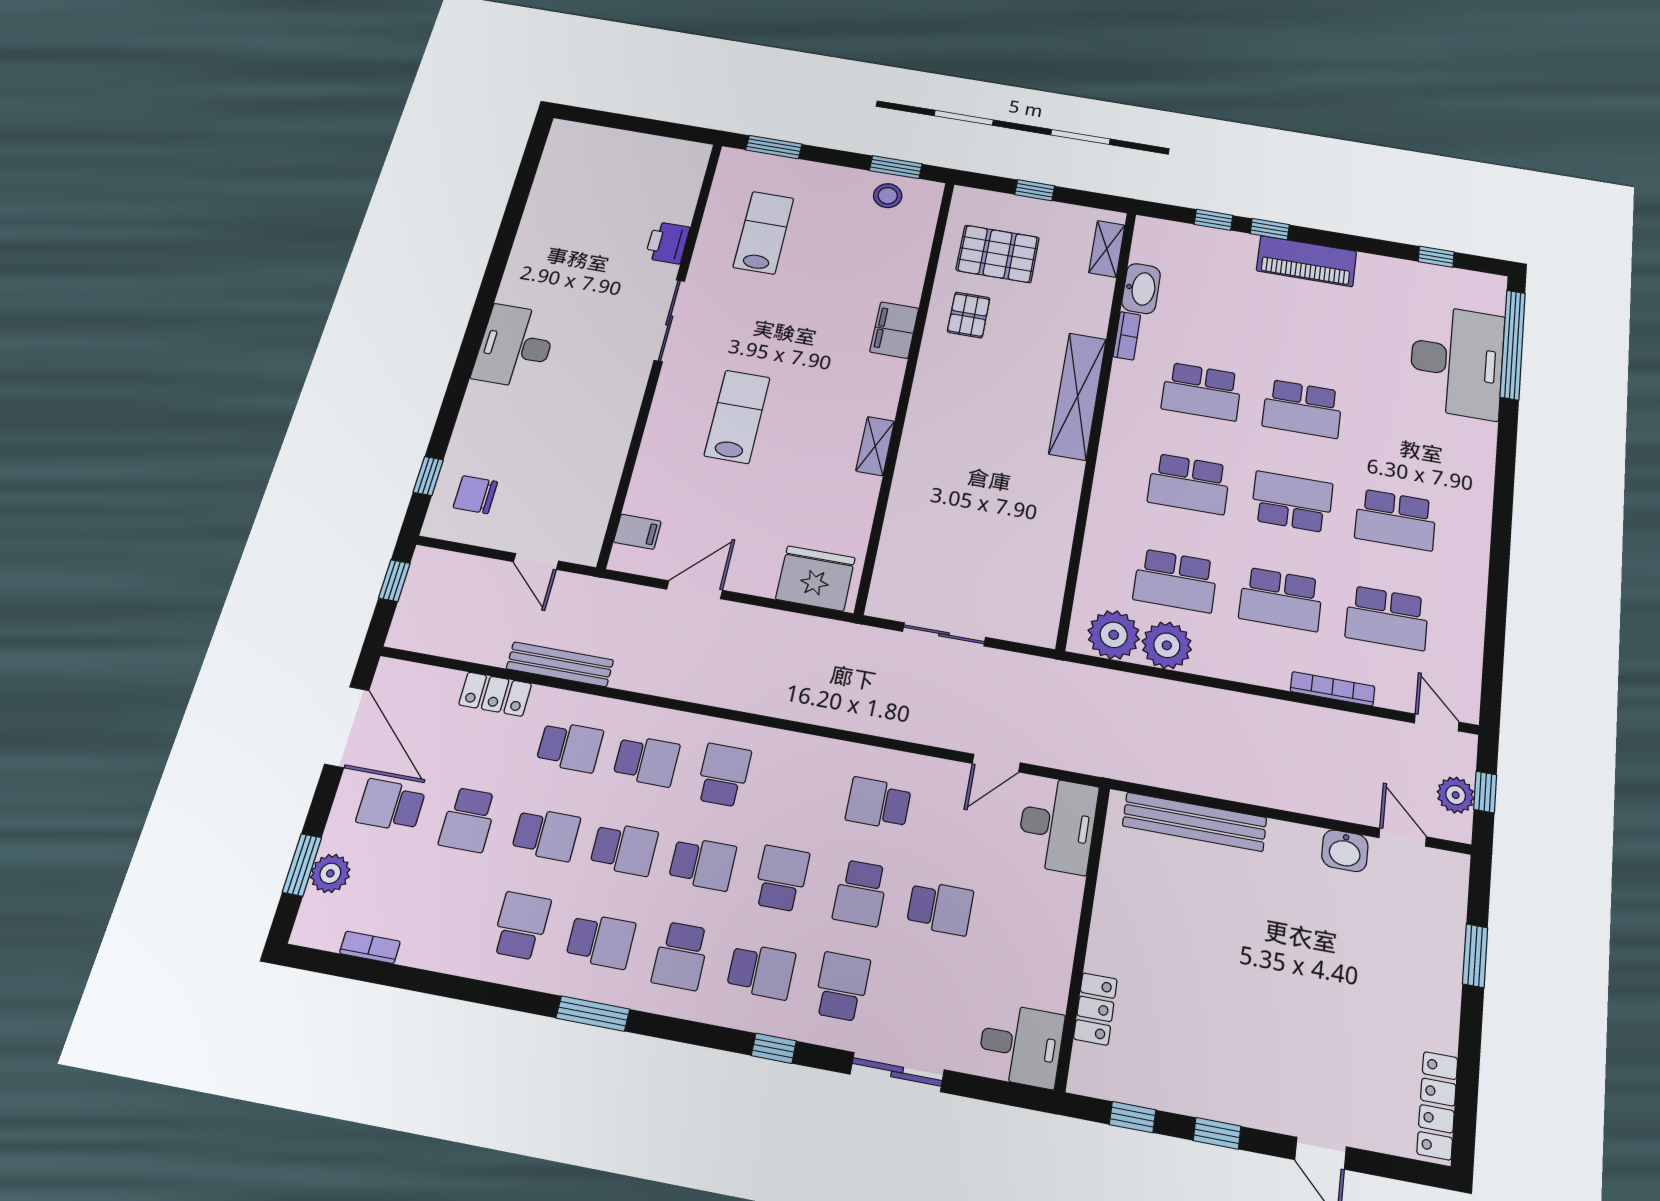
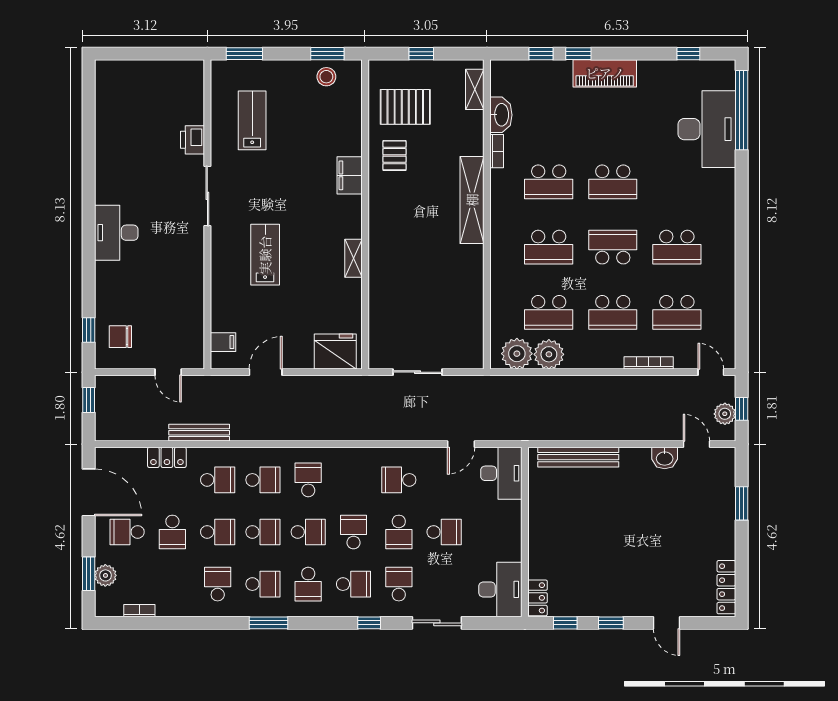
locker: (1095, 1009) -> (538, 598), moved
desk: (1021, 1045) -> (500, 589), width x1.37

